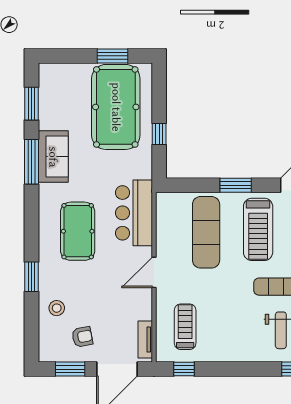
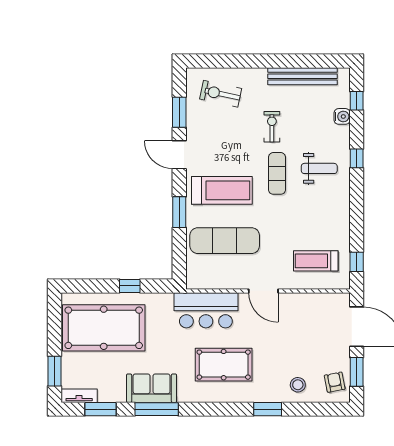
window: (112, 56) -> (54, 371), moved
armchair: (82, 337) -> (335, 382), moved
tv unit: (145, 339) -> (79, 396), moved, turned 180

